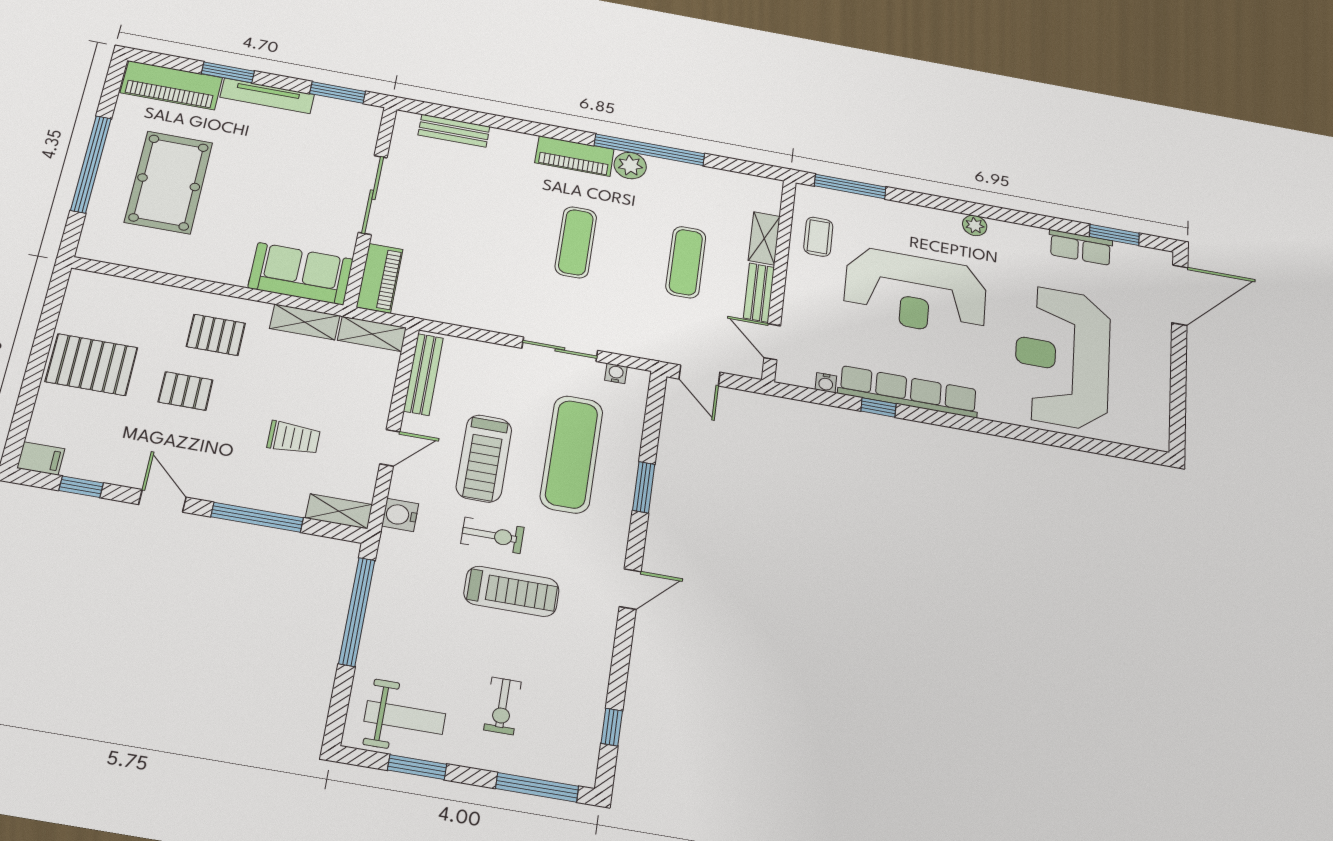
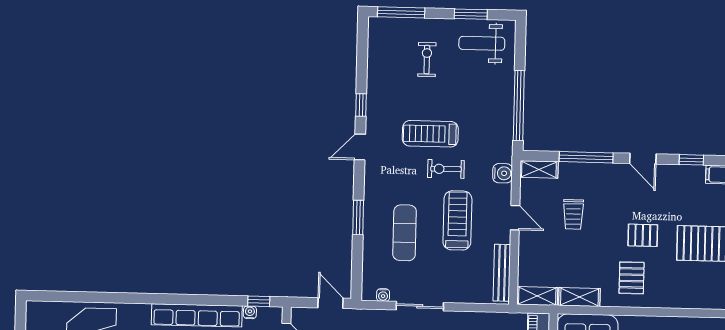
pallet: (216, 335) -> (632, 278), turned 90
window: (878, 407) -> (259, 301), moved
trolley: (294, 438) -> (573, 214), turned -90
door: (390, 448) -> (515, 218), swing flipped
exercise mat: (572, 454) -> (405, 233), width x0.73, depth x0.69
window: (612, 727) -> (361, 105), moved

